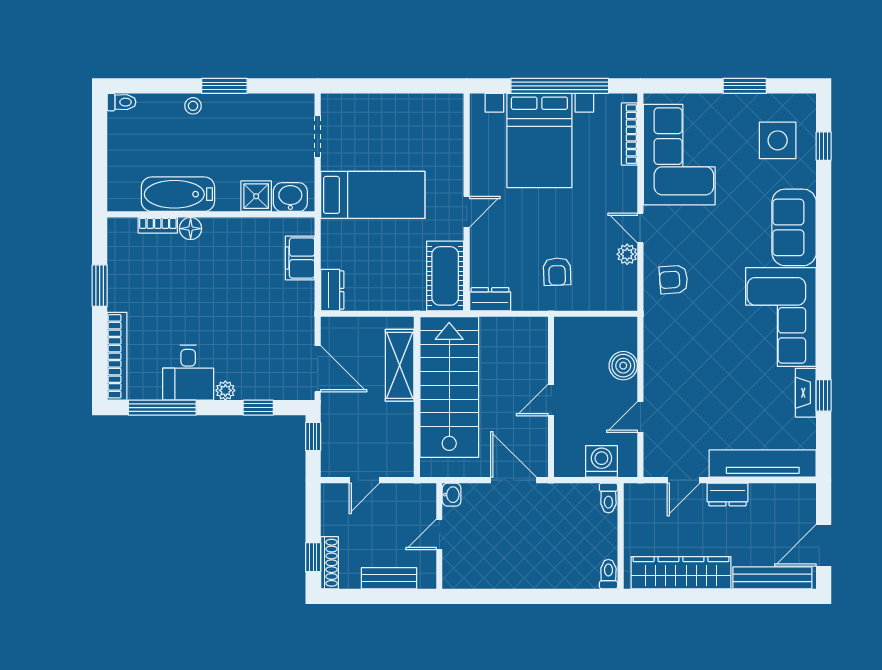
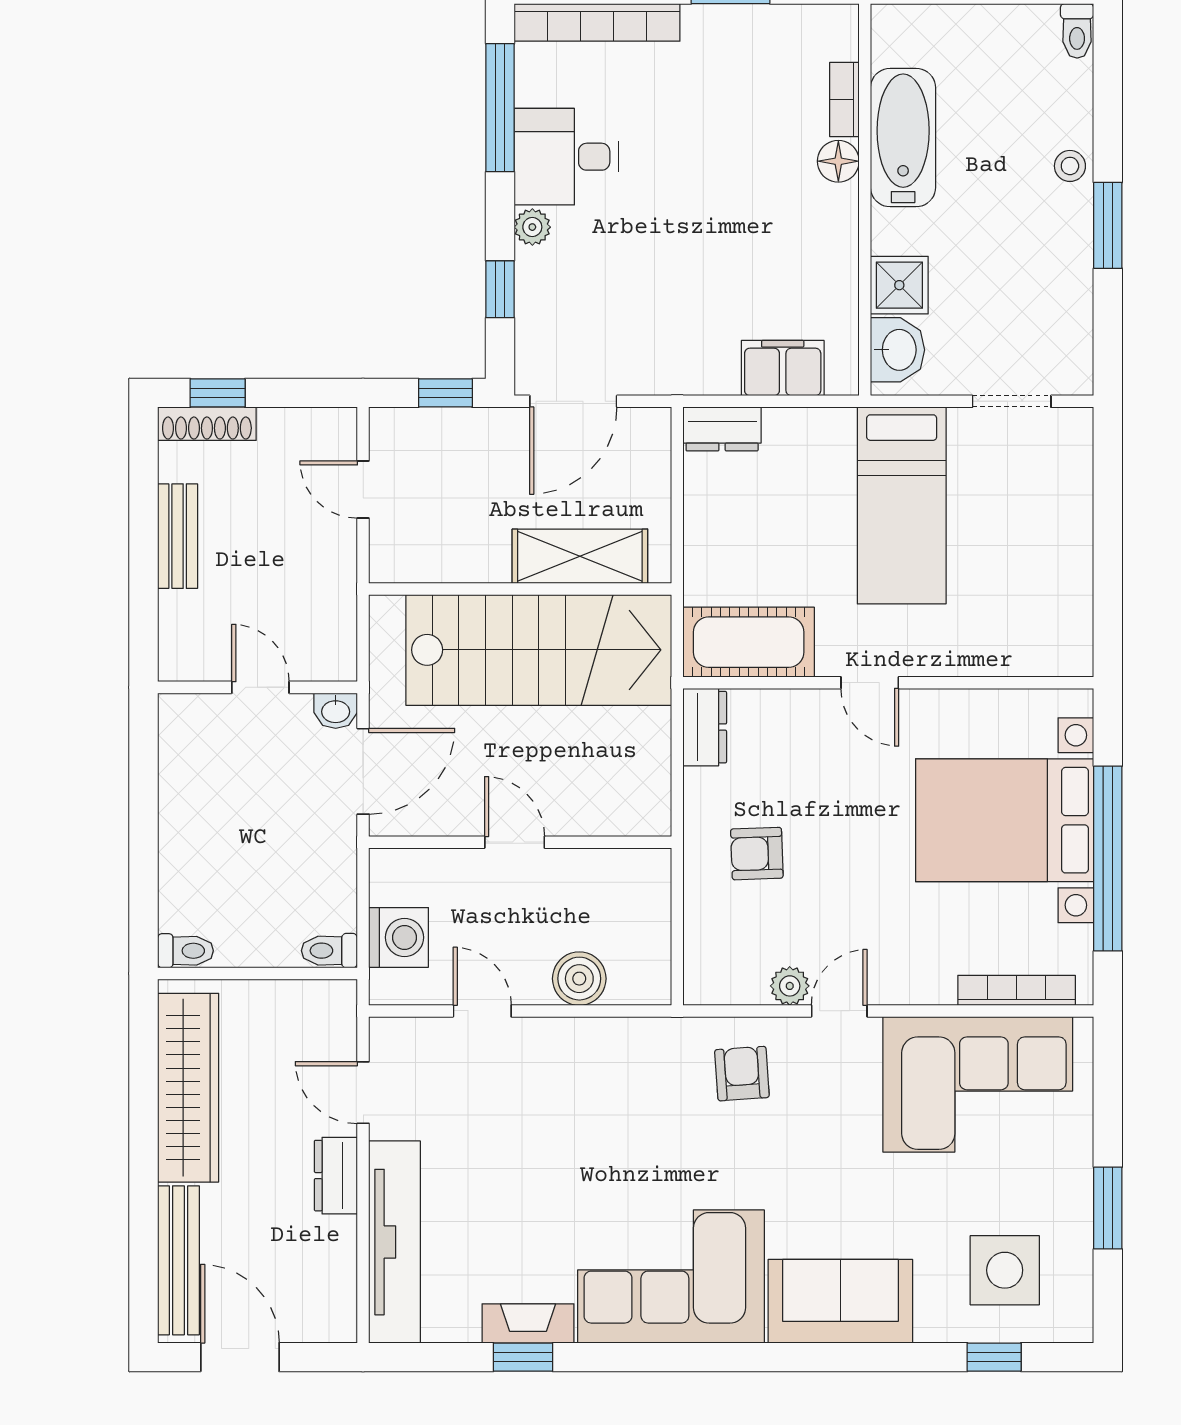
washbasin: (452, 495) -> (336, 711), moved
door: (439, 534) -> (260, 687), moved
wall: (439, 536) -> (257, 687), moved

